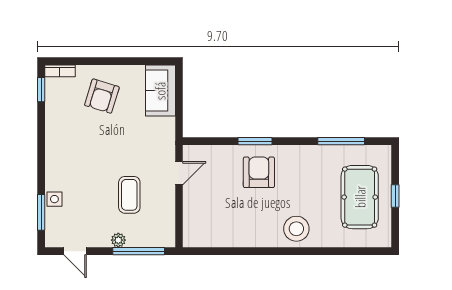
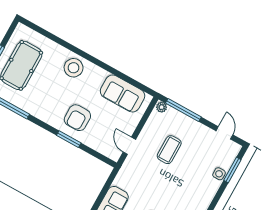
door: (179, 173) -> (129, 146), hinge flipped
sofa: (221, 231) -> (123, 94), added
plant: (118, 240) -> (162, 107), moved

